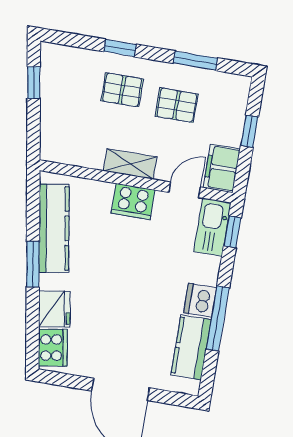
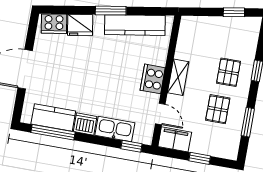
kitchen sink: (212, 227) -> (115, 129), moved
window: (218, 318) -> (53, 132), moved

